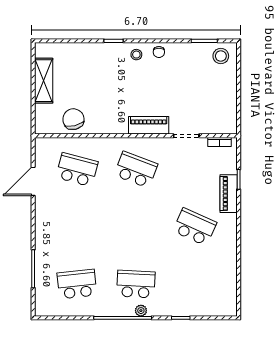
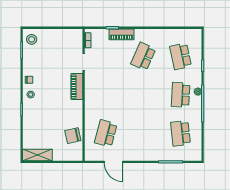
shelving: (44, 81) -> (37, 155), moved
school desk: (136, 170) -> (181, 56), moved, turned -33

